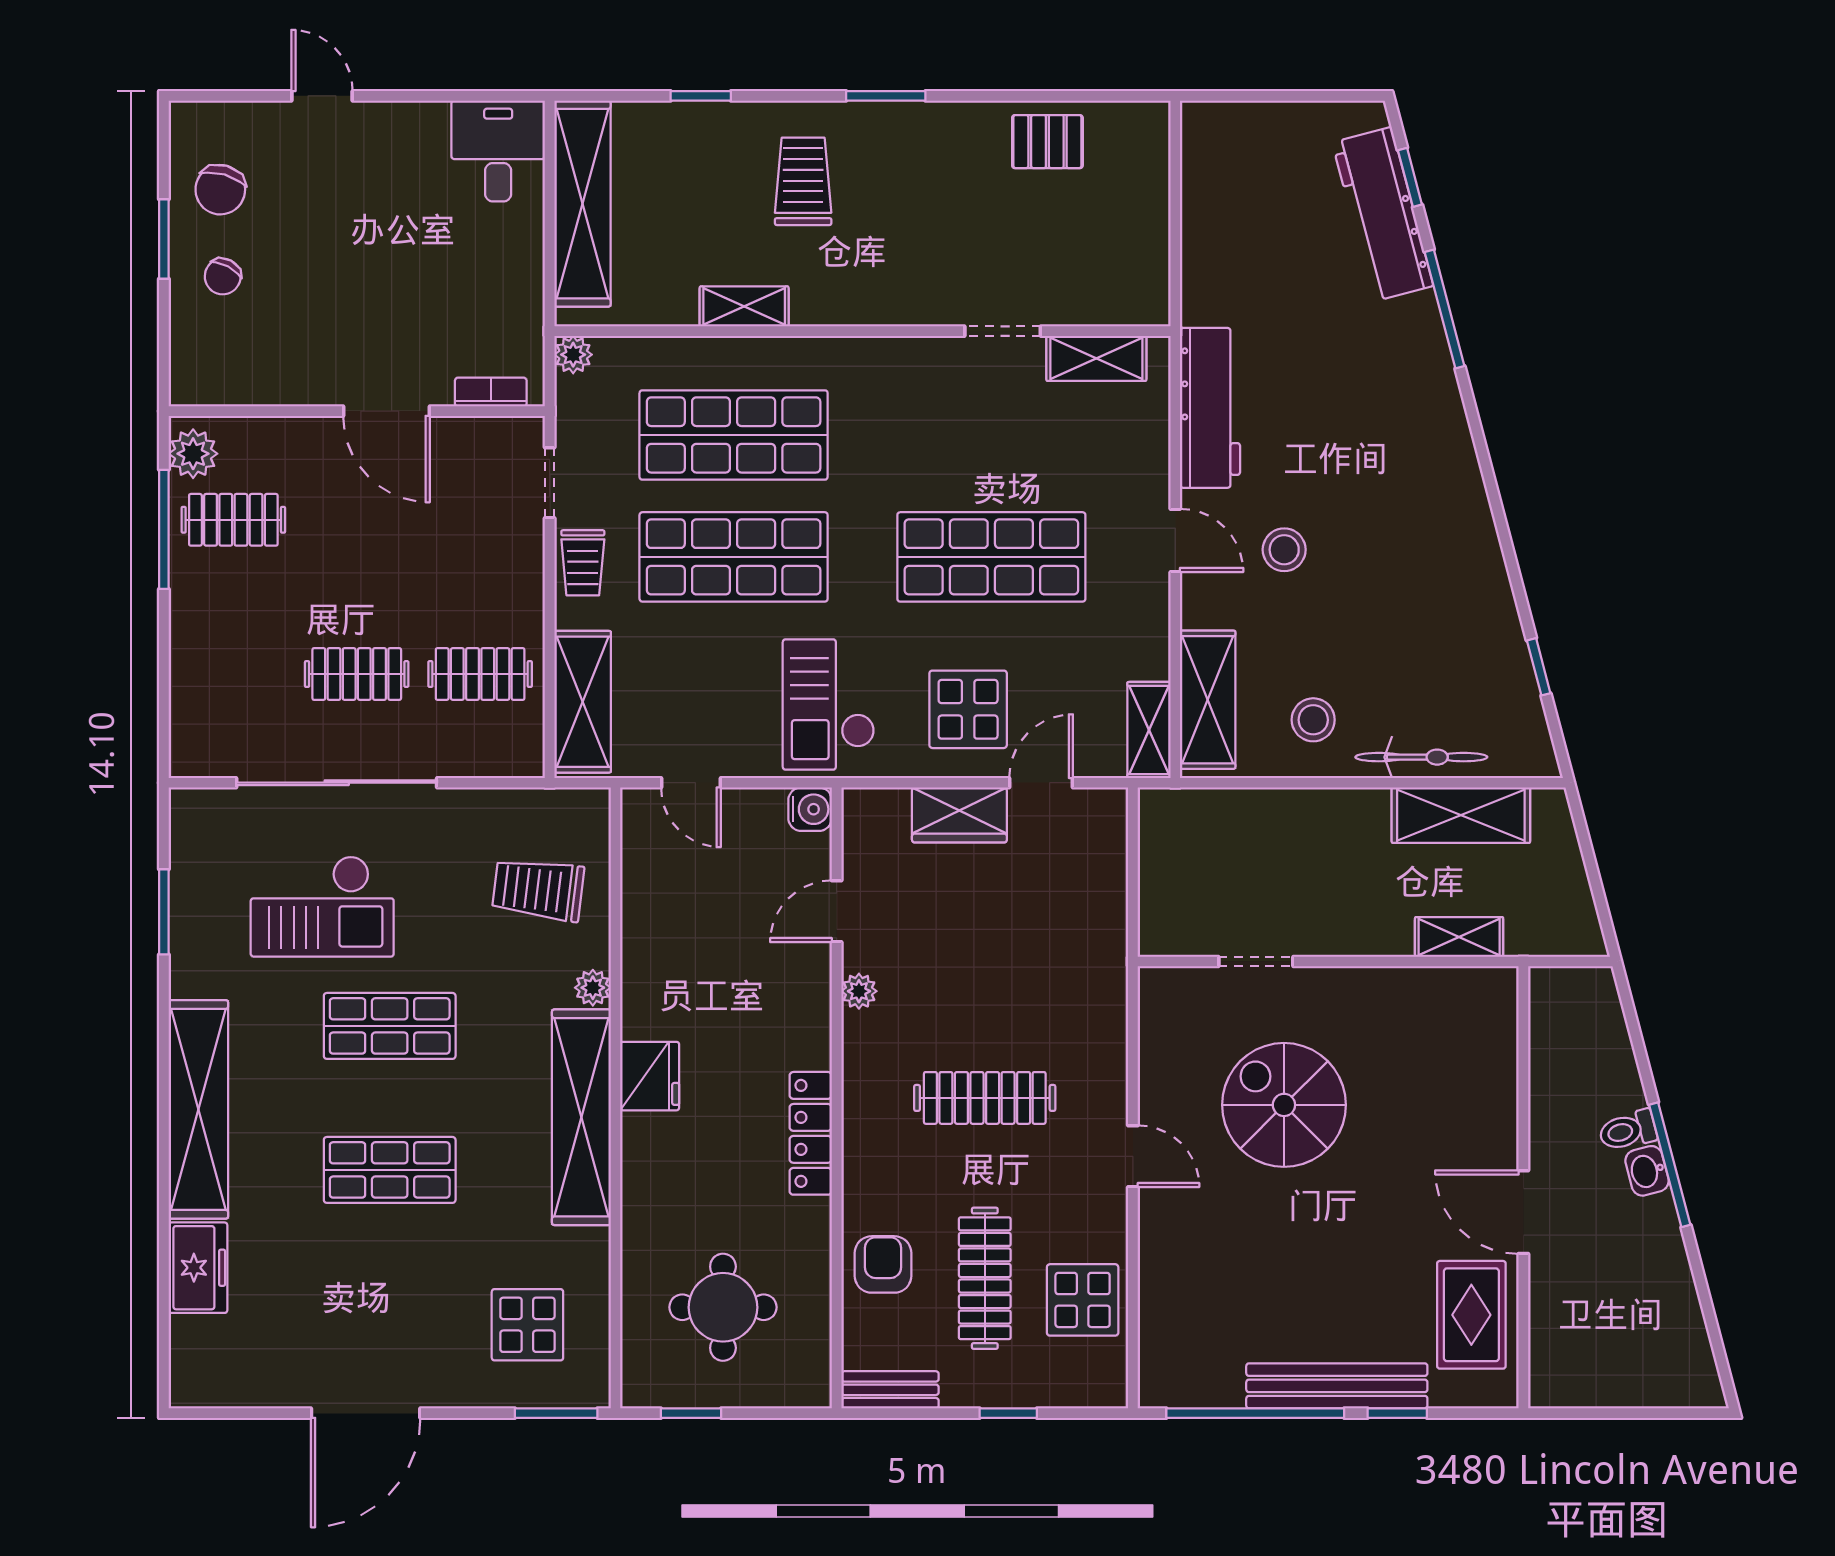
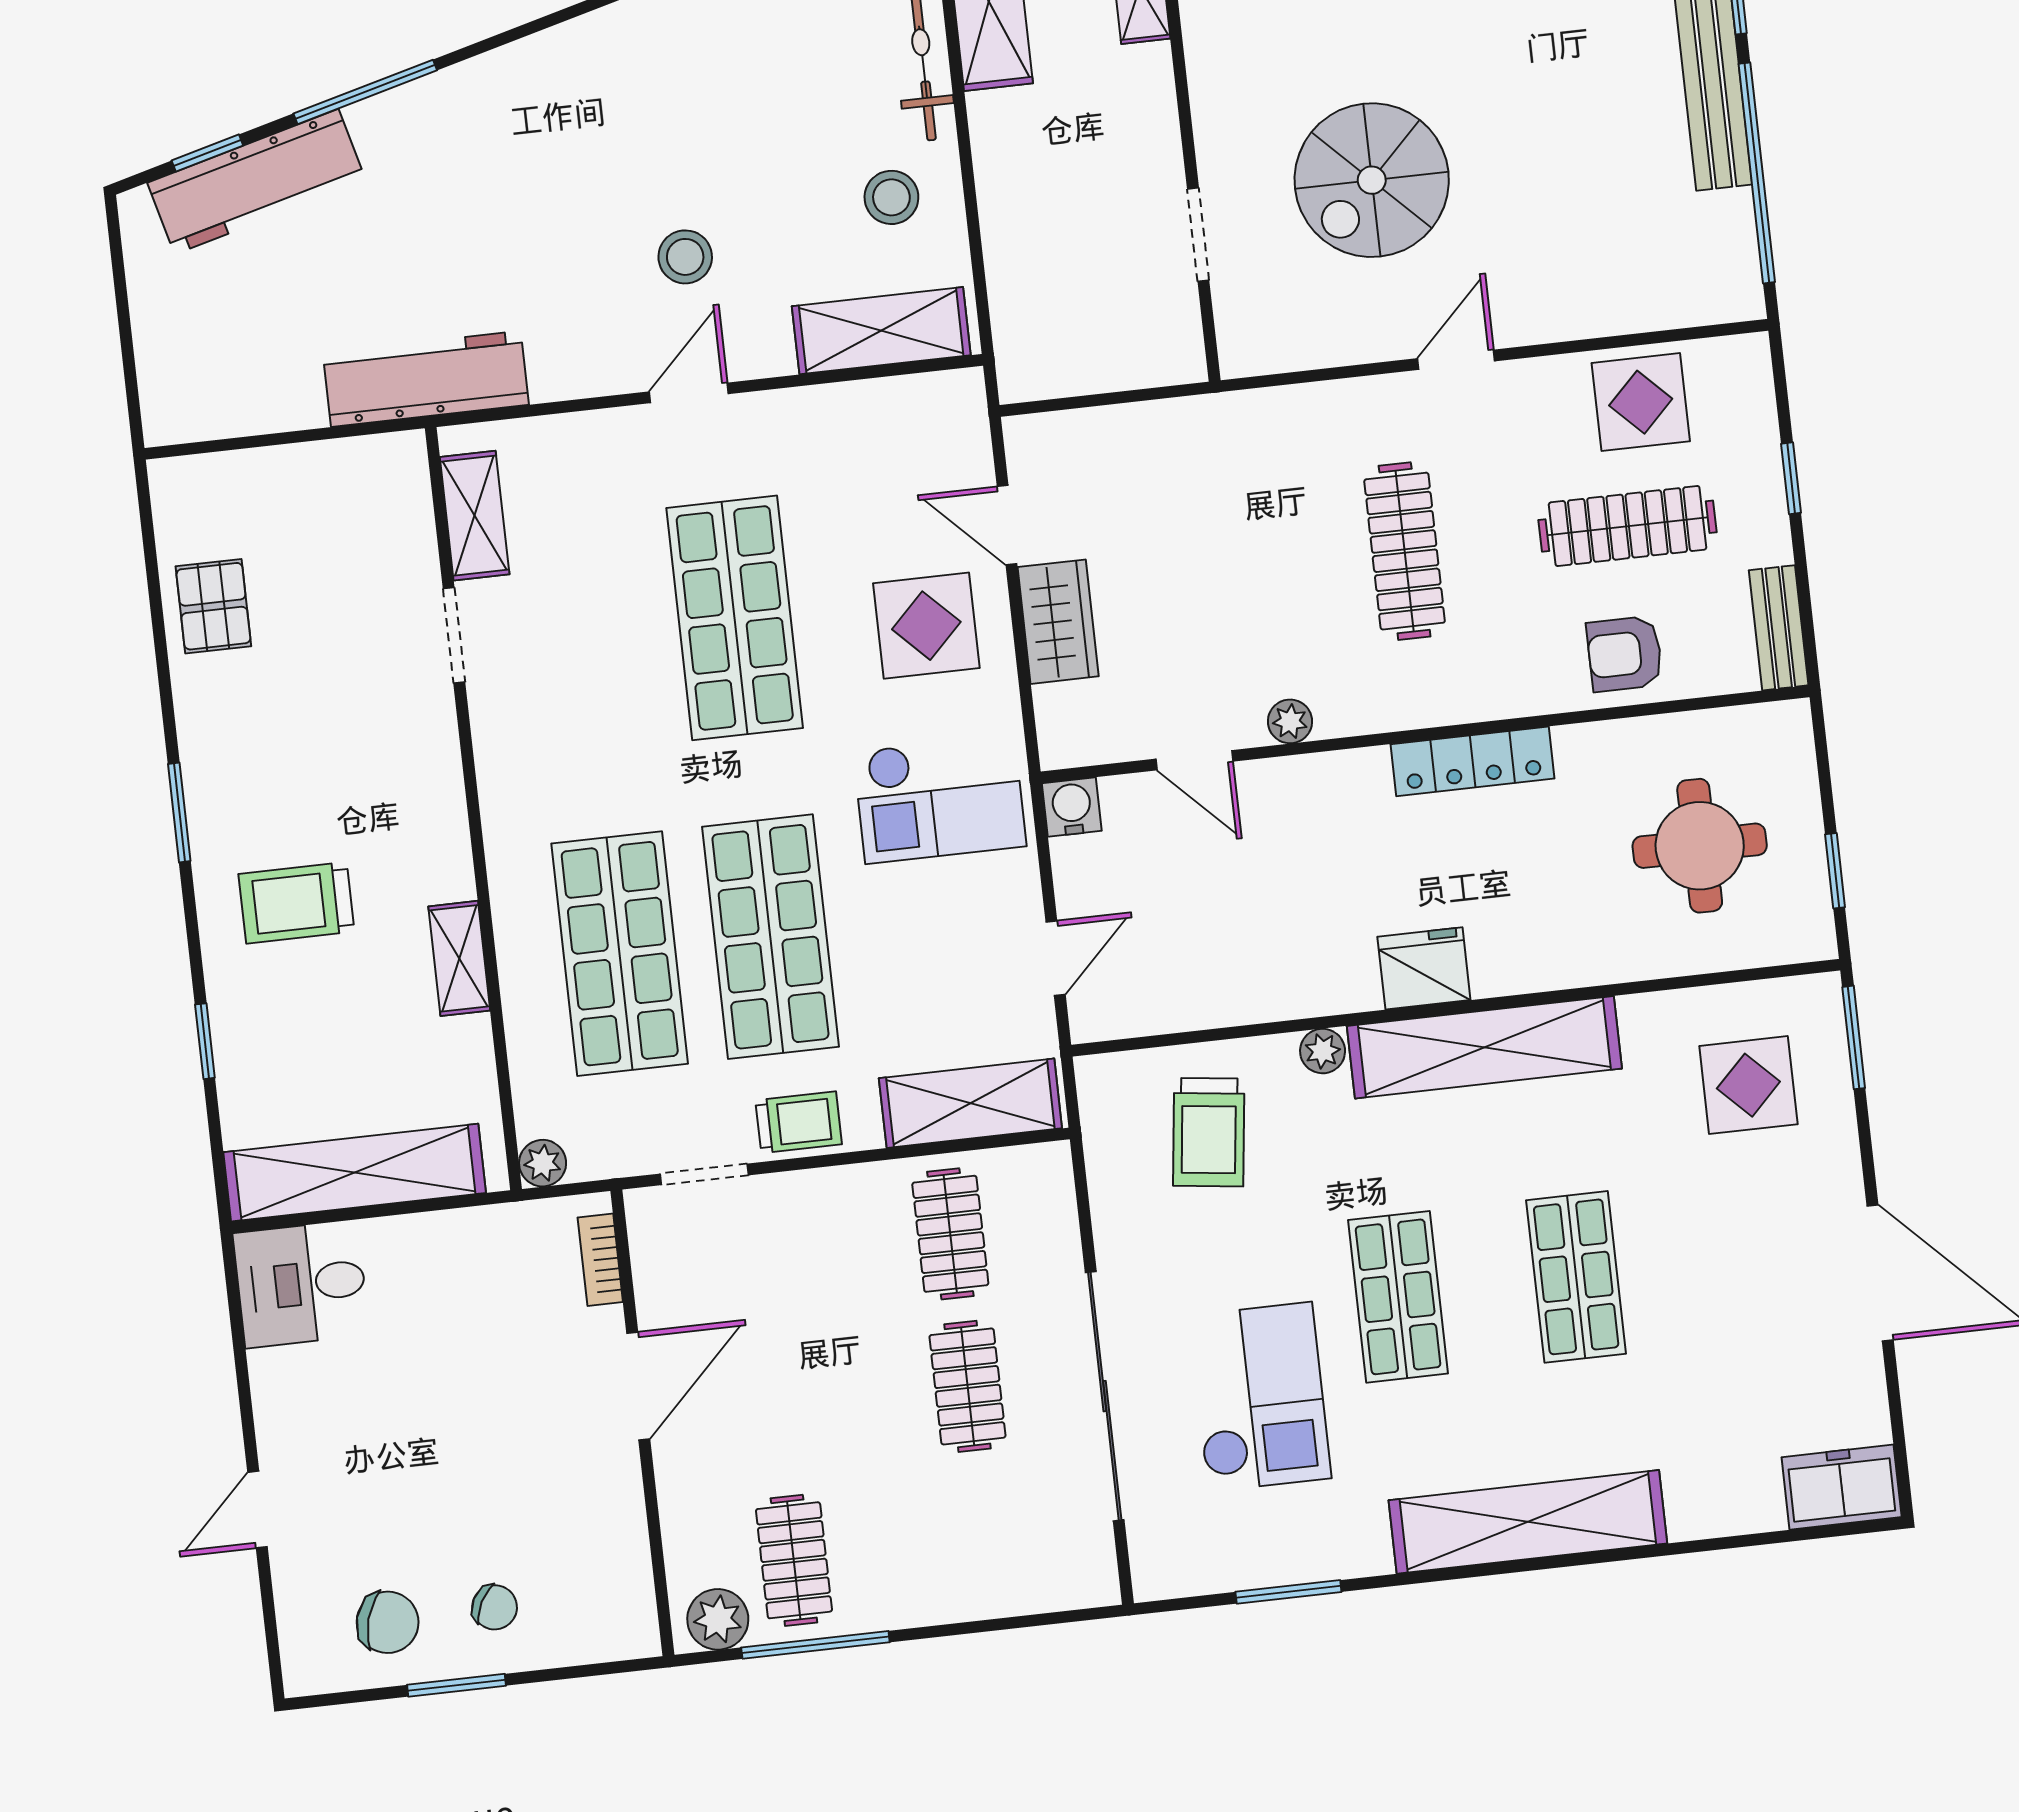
workbench: (1210, 408) -> (426, 379), moved
shelving: (1149, 730) -> (927, 399), removed
freezer: (198, 1268) -> (1842, 1487), moved

